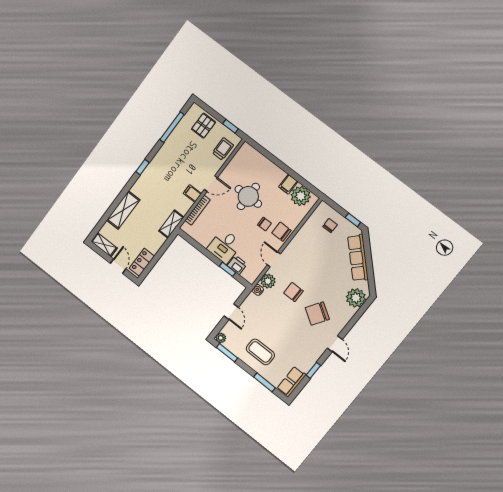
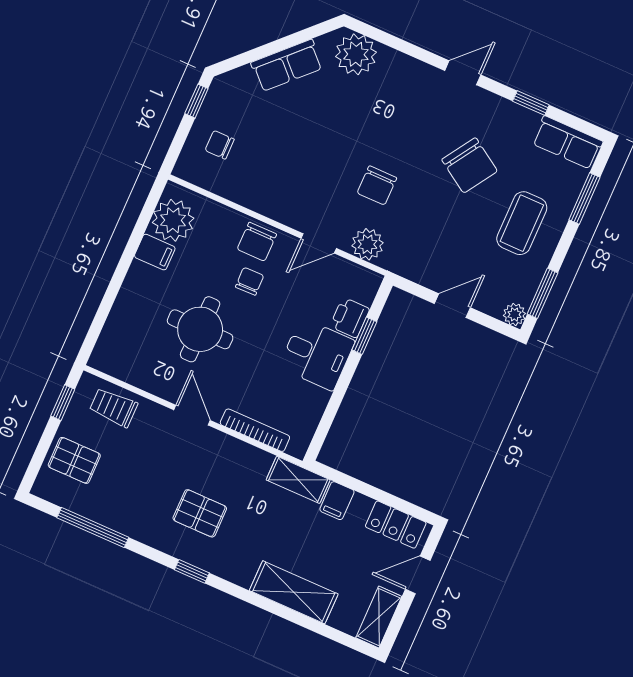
pallet: (167, 177) -> (200, 513), added
filing cabinet: (192, 193) -> (337, 501), moved
row of seats: (358, 258) -> (287, 65), width x0.68
water cooler: (258, 290) -> (391, 261), removed
chair: (317, 314) -> (470, 165), moved

